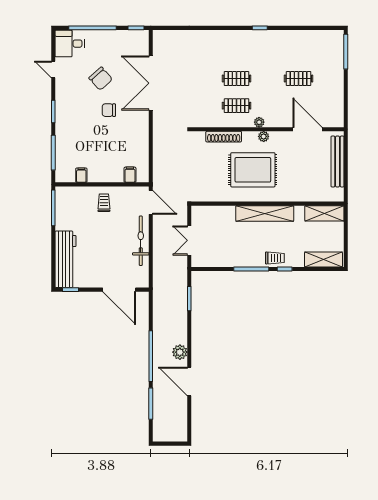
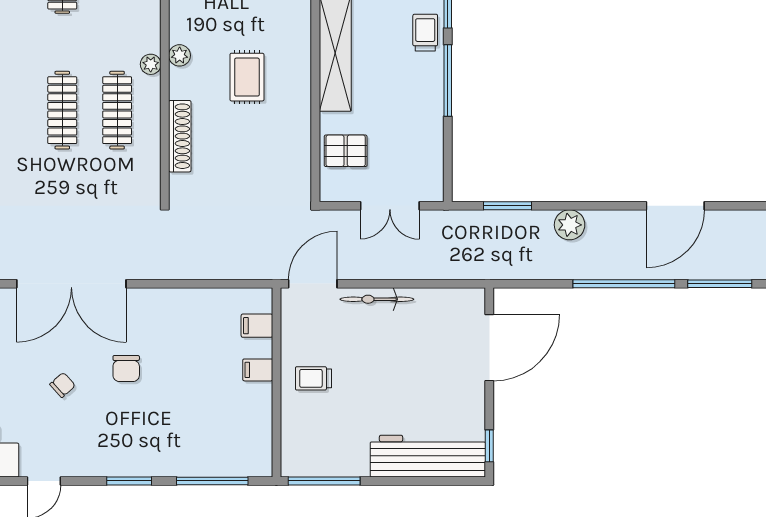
chair: (101, 79) -> (62, 385), width x0.54, depth x0.54
clothes rail: (237, 79) -> (62, 110), width x1.36
clothes rail: (237, 106) -> (117, 110), width x1.36
rug: (253, 170) -> (247, 77), width x0.54, depth x0.49
filing cabinet: (81, 175) -> (258, 370), moved
pallet: (216, 219) -> (346, 151), added
bicycle: (141, 241) -> (377, 299), width x0.73, depth x0.71
plant: (180, 352) -> (570, 225), moved

